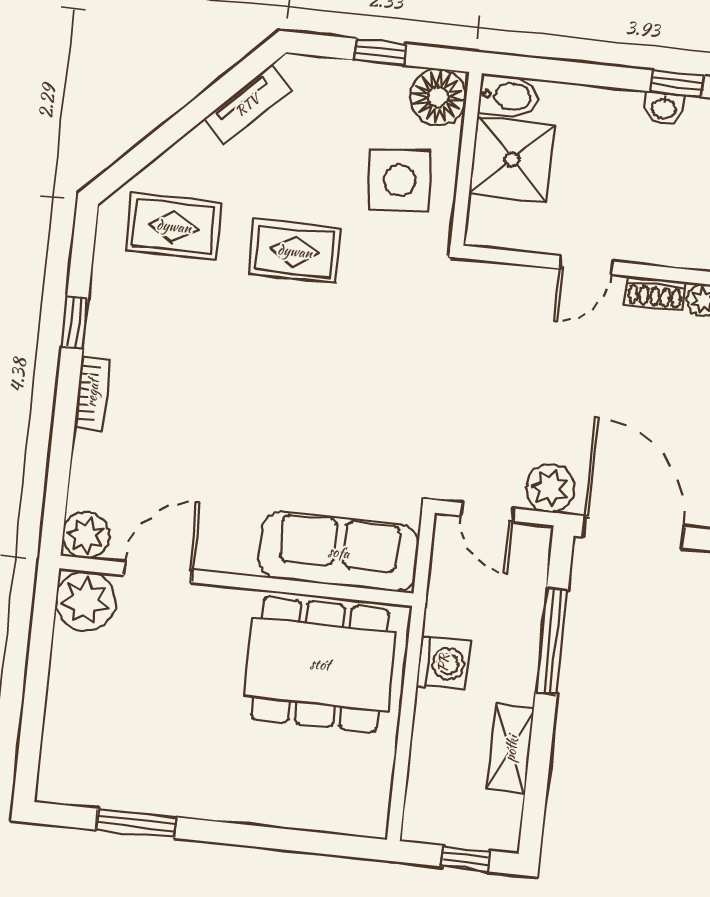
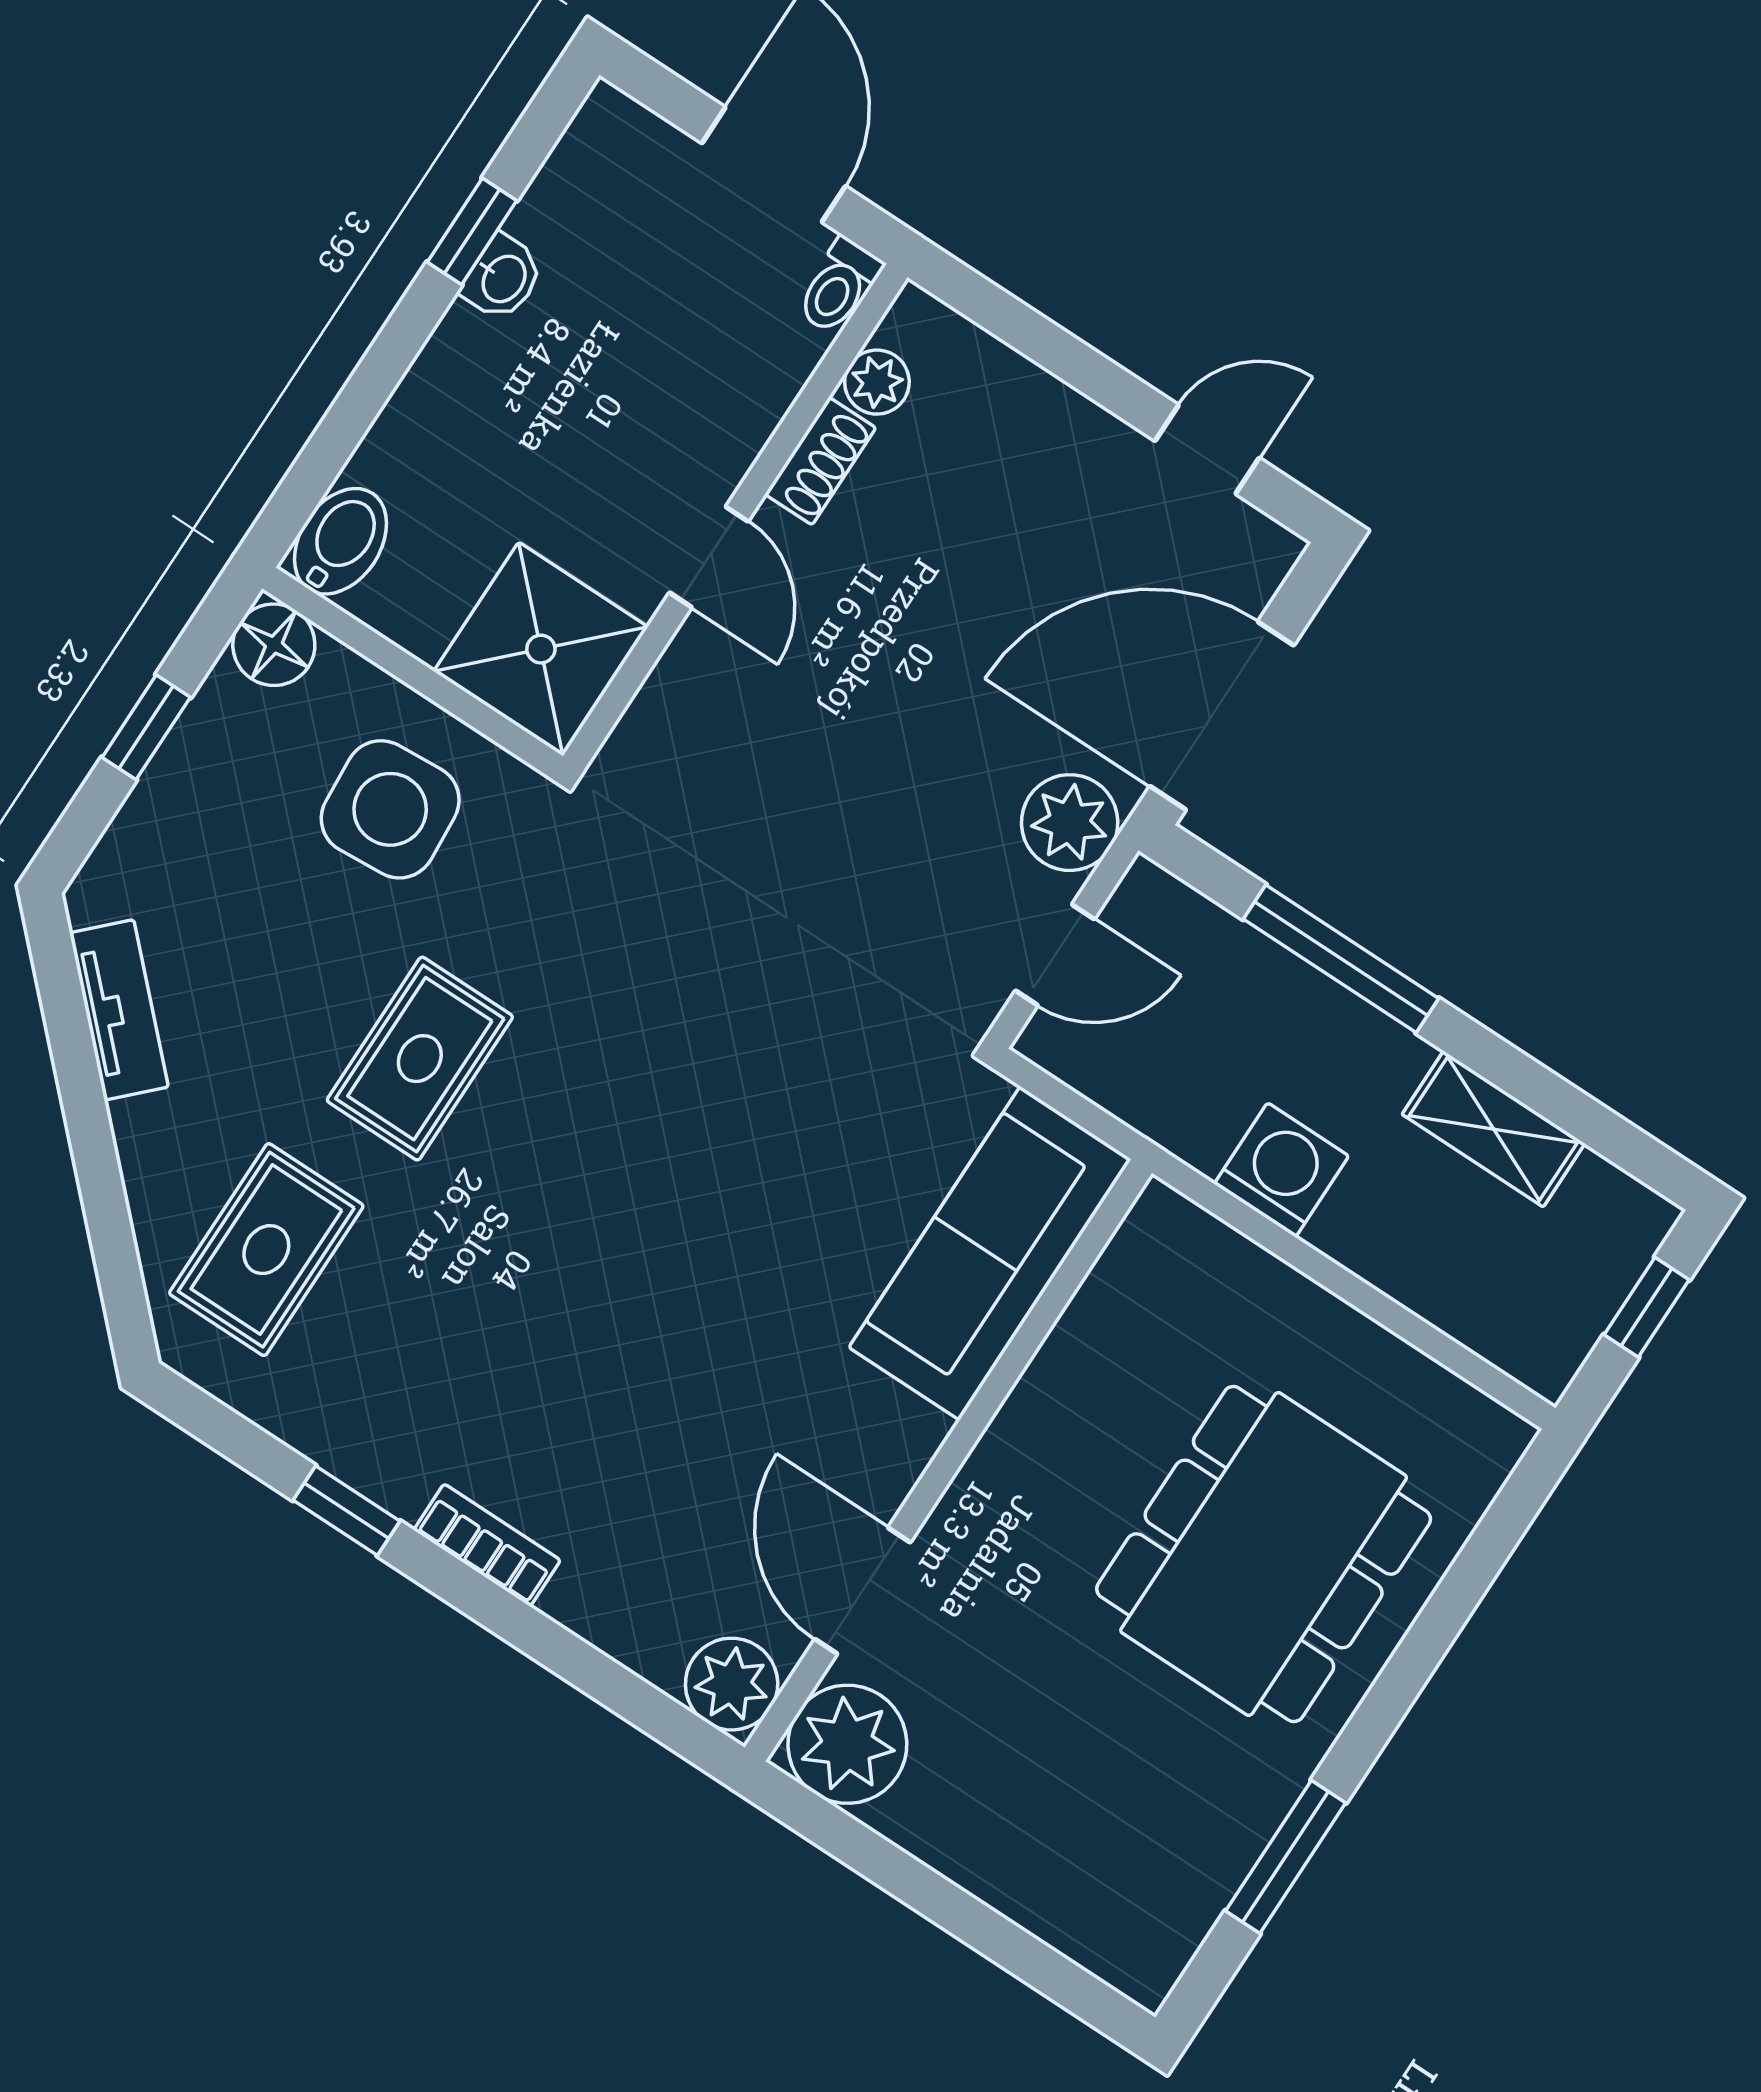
floor lamp: (438, 97) -> (274, 645), width x0.73, depth x0.73
shower: (512, 159) -> (541, 649), moved
dining table: (320, 664) -> (1264, 1554), moved

